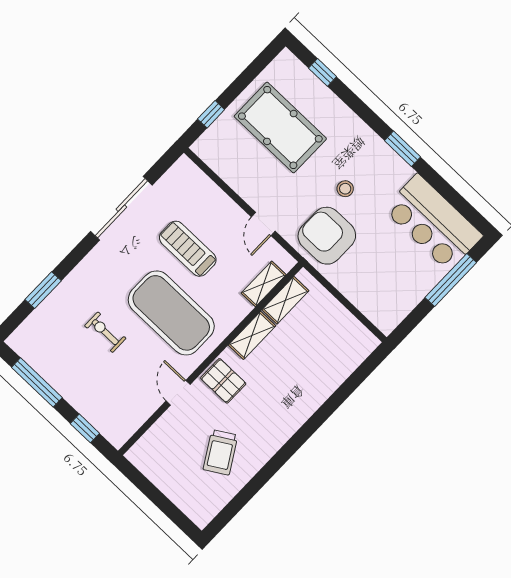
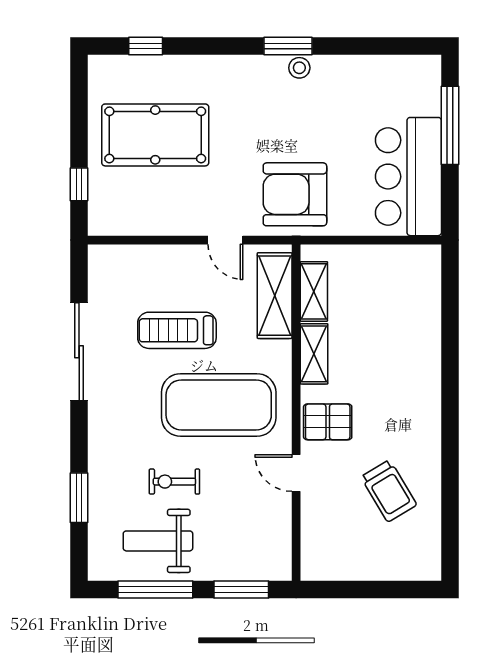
stool: (345, 189) -> (299, 68), moved
bar counter: (433, 222) -> (408, 177), moved, turned 90
shelving: (264, 284) -> (275, 296), width x1.50, depth x1.33
weight bench: (64, 357) -> (158, 541), added
window: (85, 428) -> (241, 589), width x1.50

